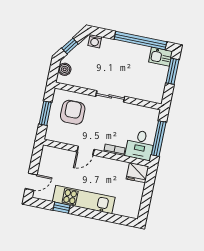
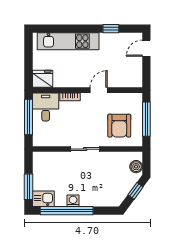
washing machine: (95, 41) -> (73, 201), moved
window: (45, 113) -> (146, 119), width x1.44
kitchen unit: (84, 200) -> (68, 41), moved

